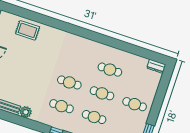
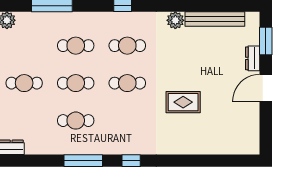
rug: (28, 30) -> (183, 102), moved
window: (83, 33) -> (131, 161), added
window: (114, 43) -> (83, 161), added

